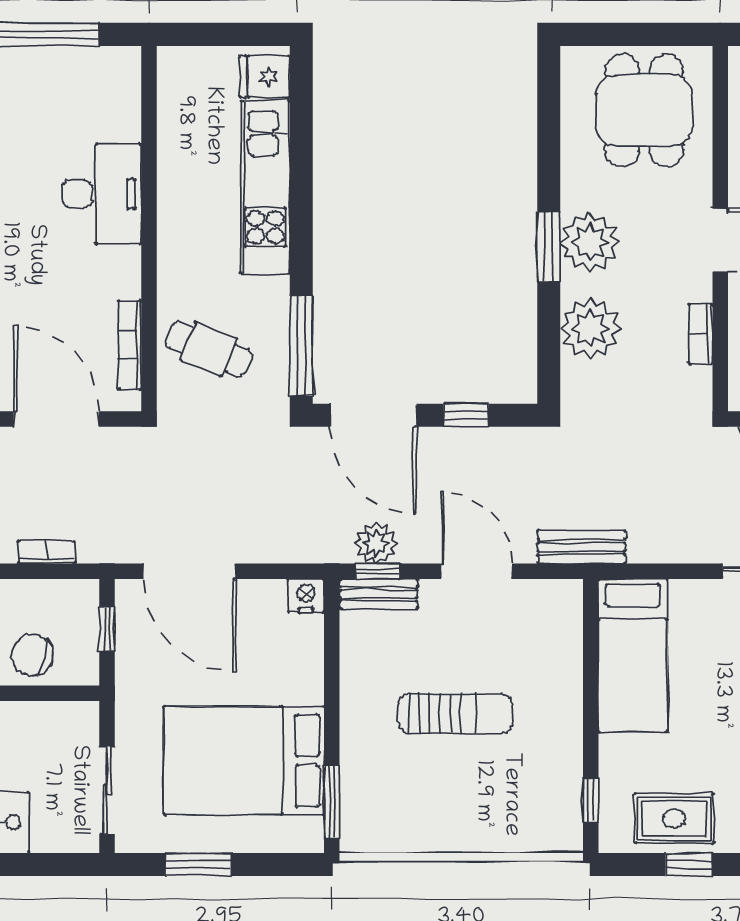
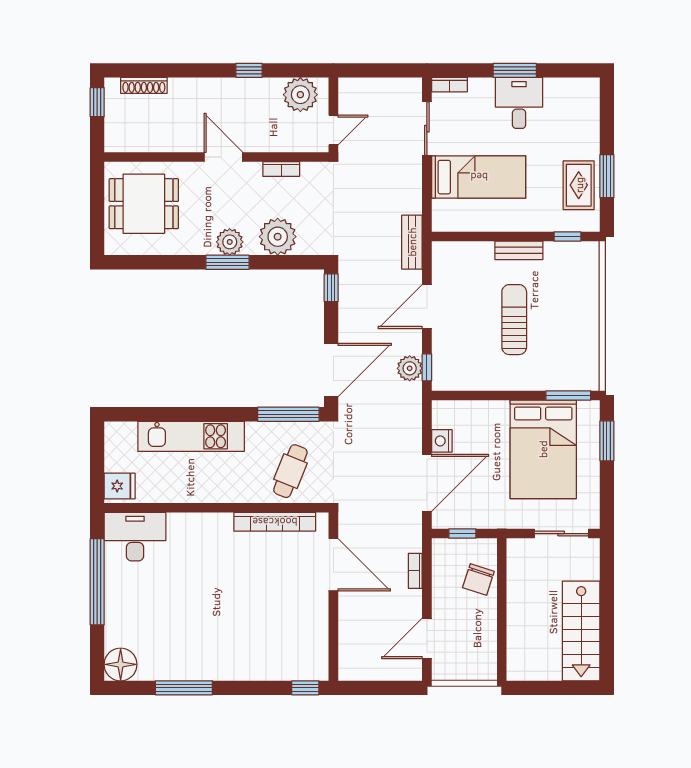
fridge: (265, 76) -> (120, 486), moved, turned -90
desk: (102, 194) -> (135, 537), moved
plant: (590, 242) -> (230, 242), width x0.73, depth x0.73
bookcase: (130, 345) -> (275, 522), width x1.48, depth x1.31
window: (466, 415) -> (331, 288), moved
door: (56, 419) -> (333, 565), swing flipped
bench: (379, 594) -> (519, 250), moved, turned 90
nightstand: (306, 596) -> (442, 441), moved
bed: (633, 656) -> (479, 177), moved
window: (198, 865) -> (607, 441), moved
window: (689, 865) -> (607, 176), width x1.50

